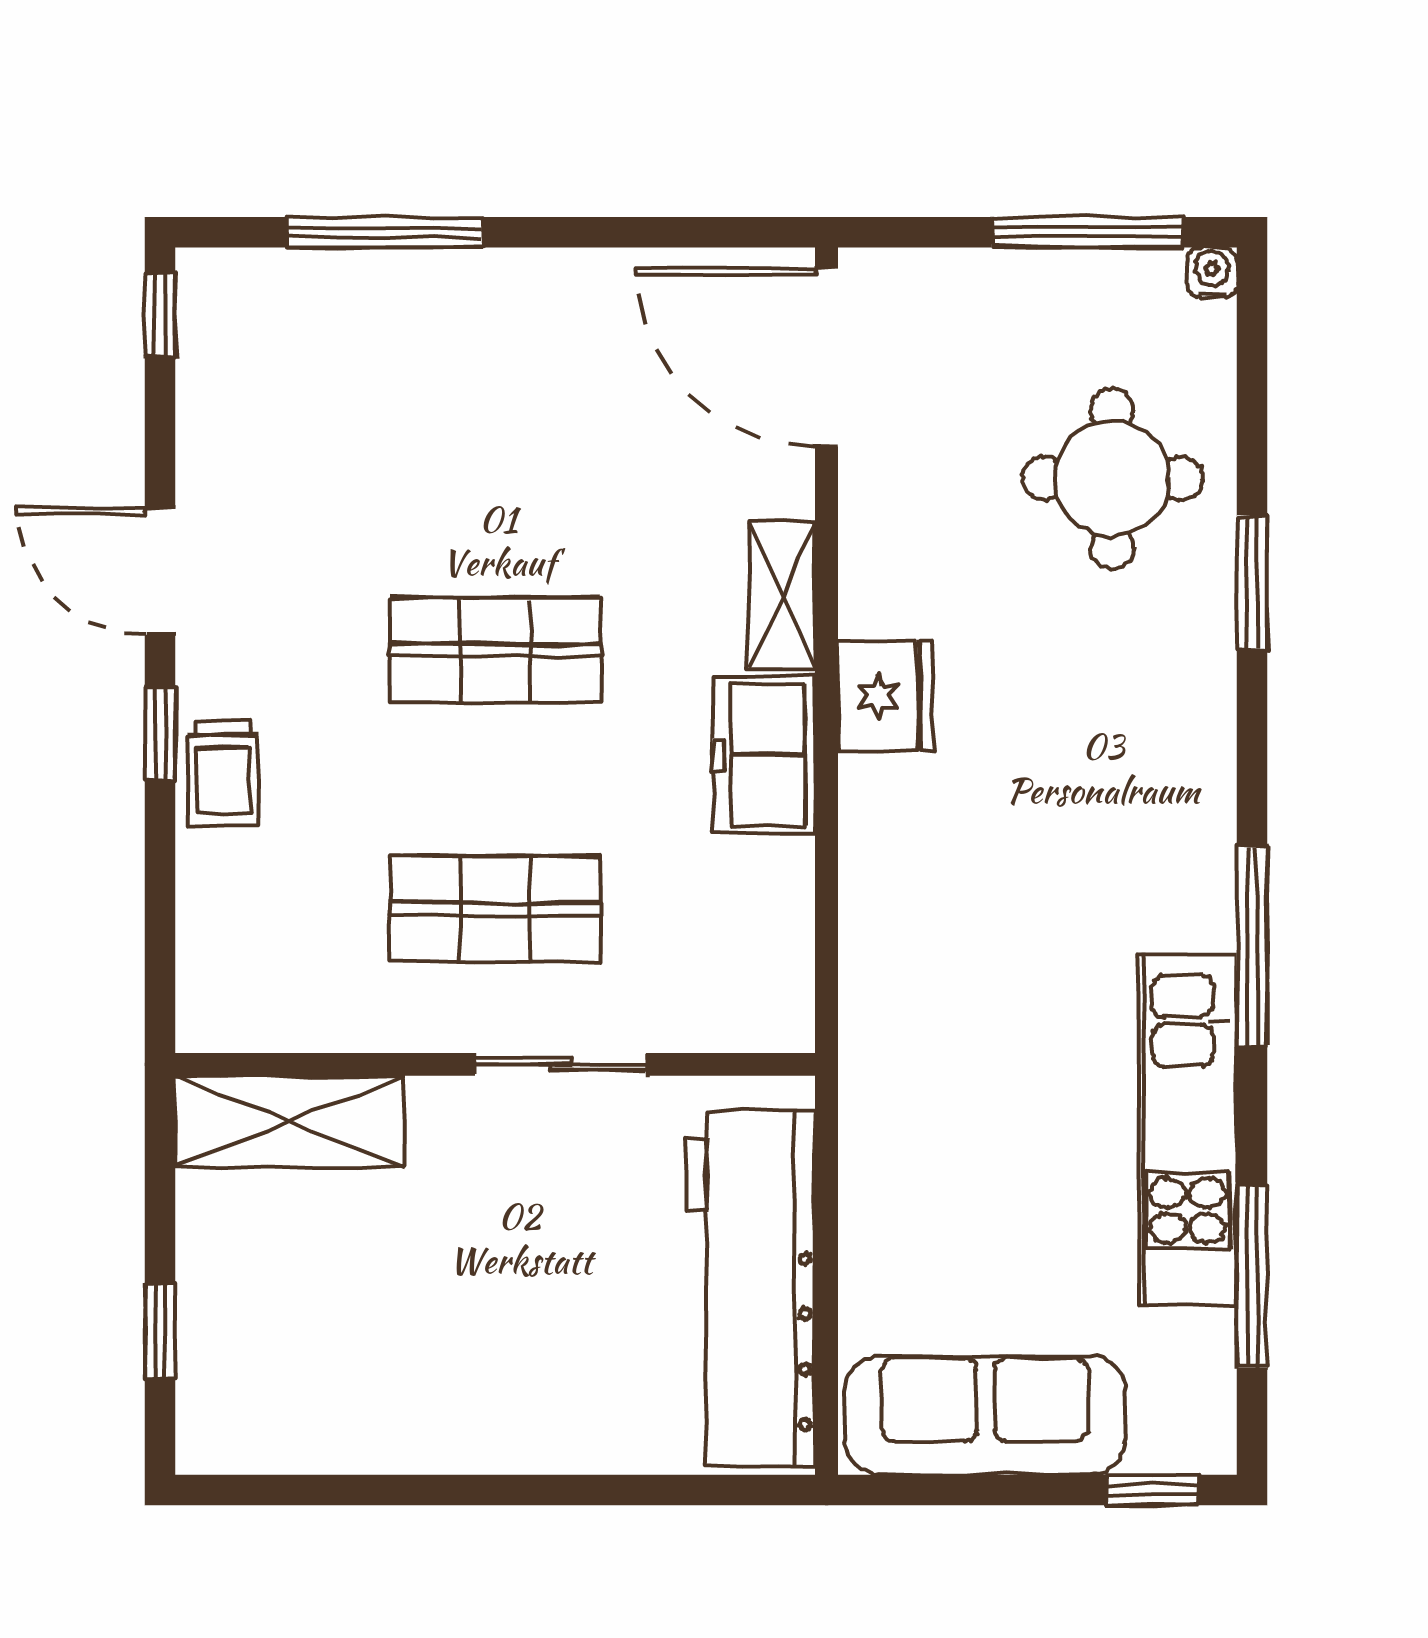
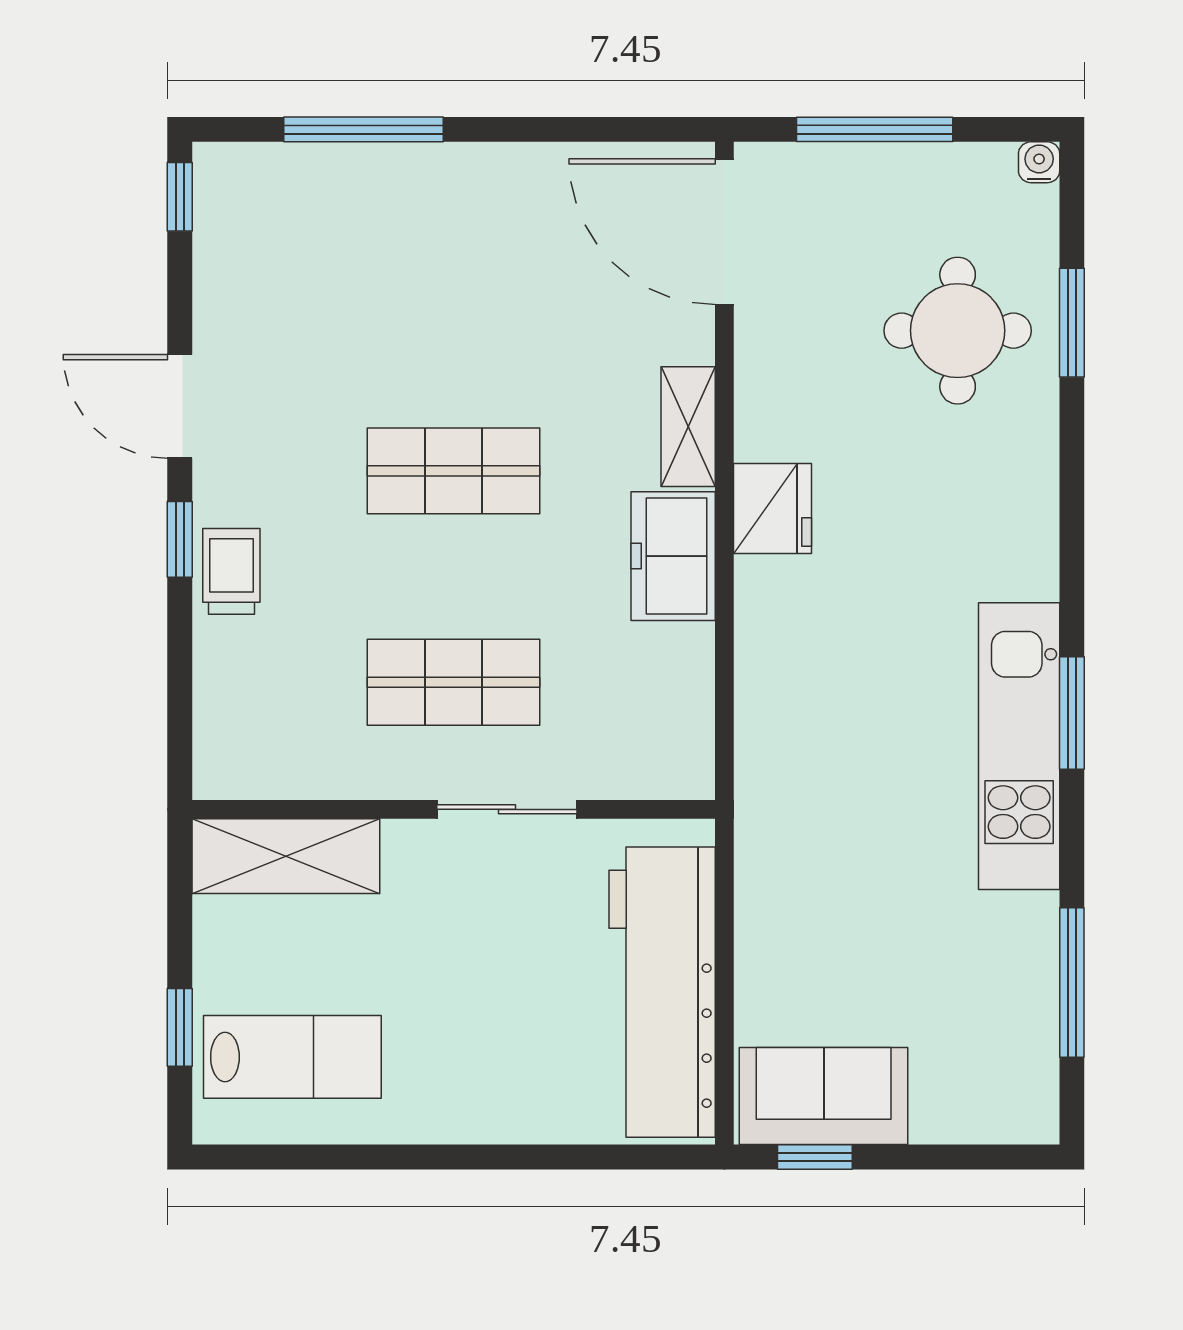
window: (1087, 232) -> (875, 129), moved
window: (1252, 582) -> (1072, 323), moved
trolley: (223, 773) -> (231, 571), turned 180
window: (1252, 946) -> (1072, 713), width x0.69
kitchen unit: (1187, 1130) -> (1019, 746), moved
lab bench: (298, 1368) -> (292, 1057), added
sofa: (985, 1415) -> (824, 1096), width x0.73
window: (1152, 1490) -> (815, 1157), moved

